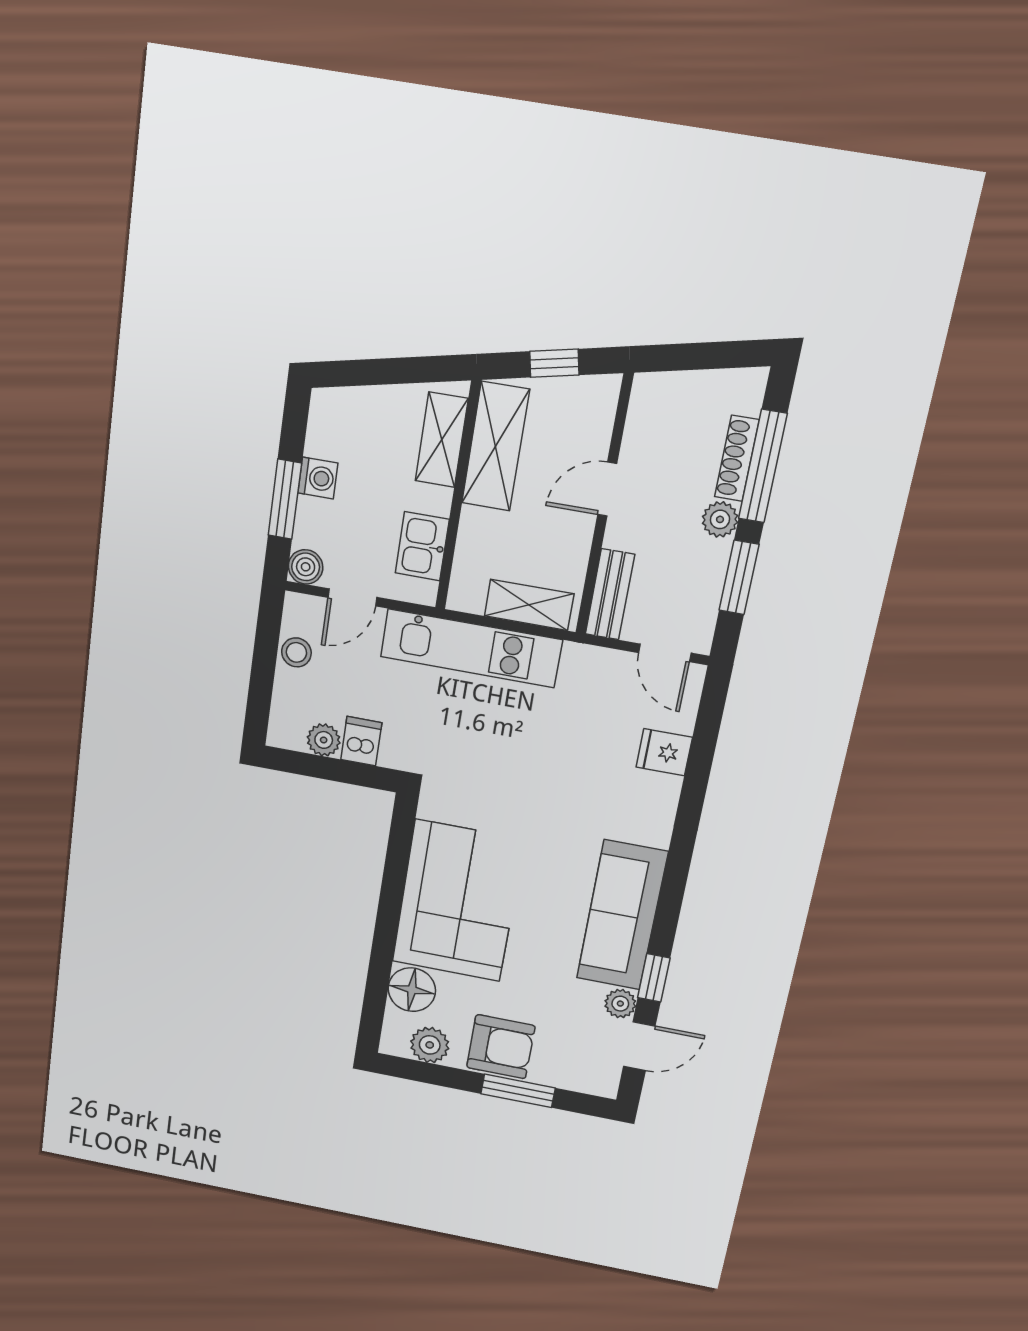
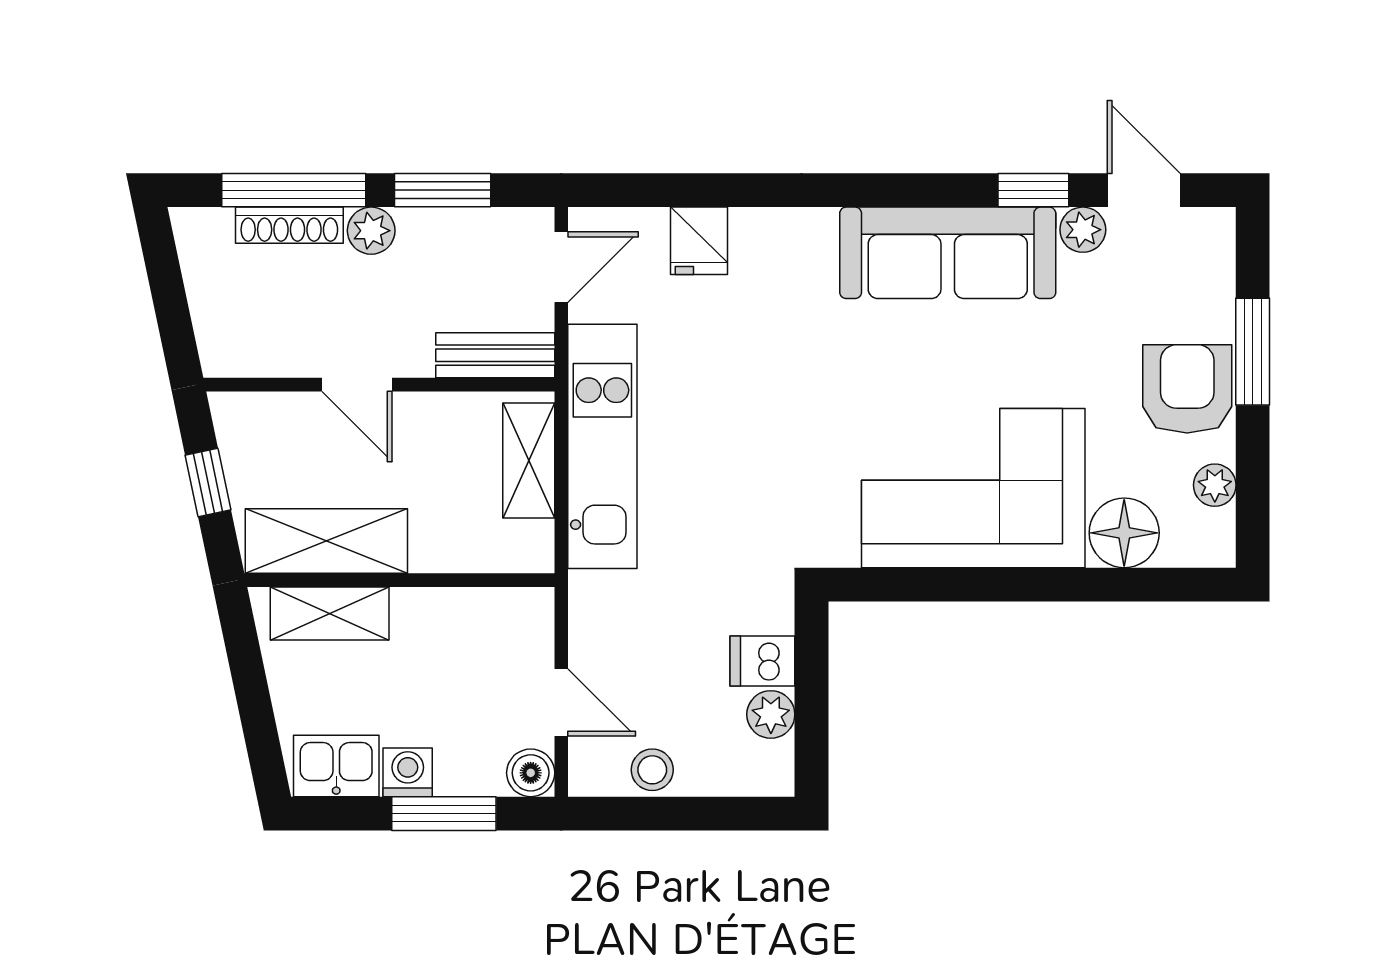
kitchen sink: (422, 546) -> (336, 766), moved, turned 180
kitchen unit: (471, 648) -> (602, 446), moved
plant: (430, 1045) -> (1215, 485), width x0.73, depth x0.73

